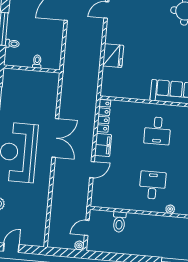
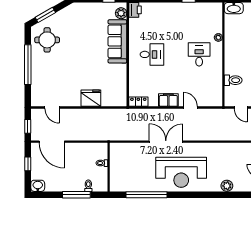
locker: (104, 116) -> (138, 102), width x0.66
desk: (153, 185) -> (199, 54), turned 90

